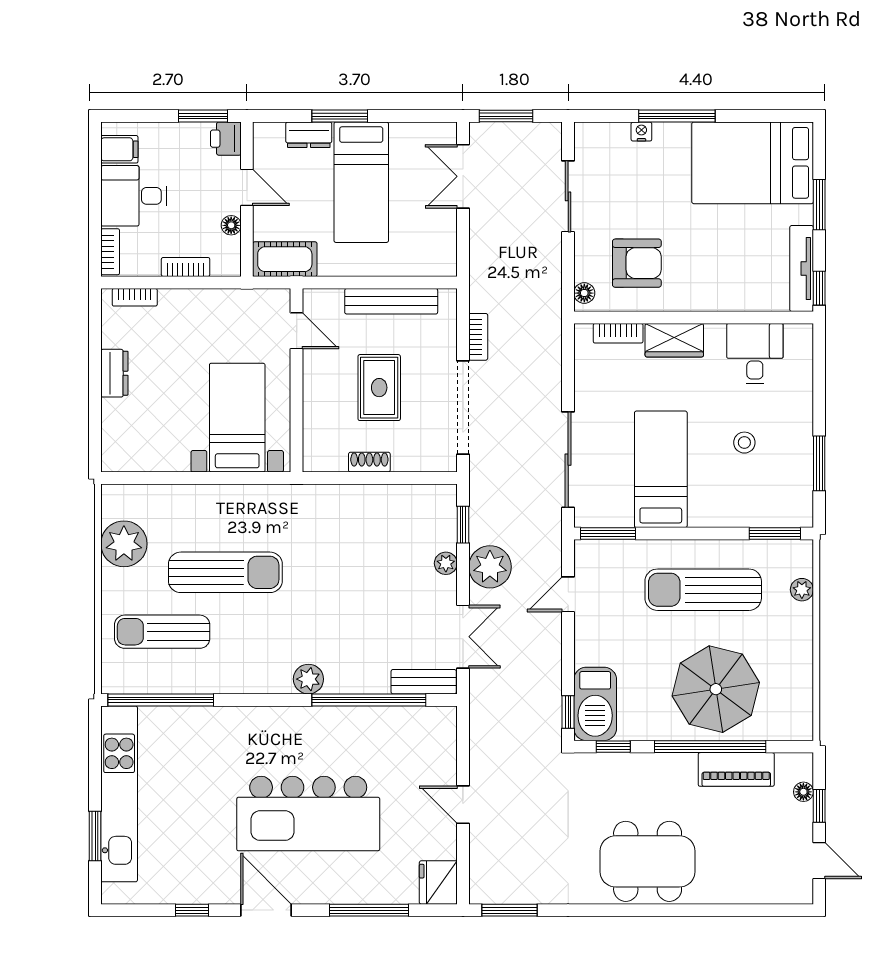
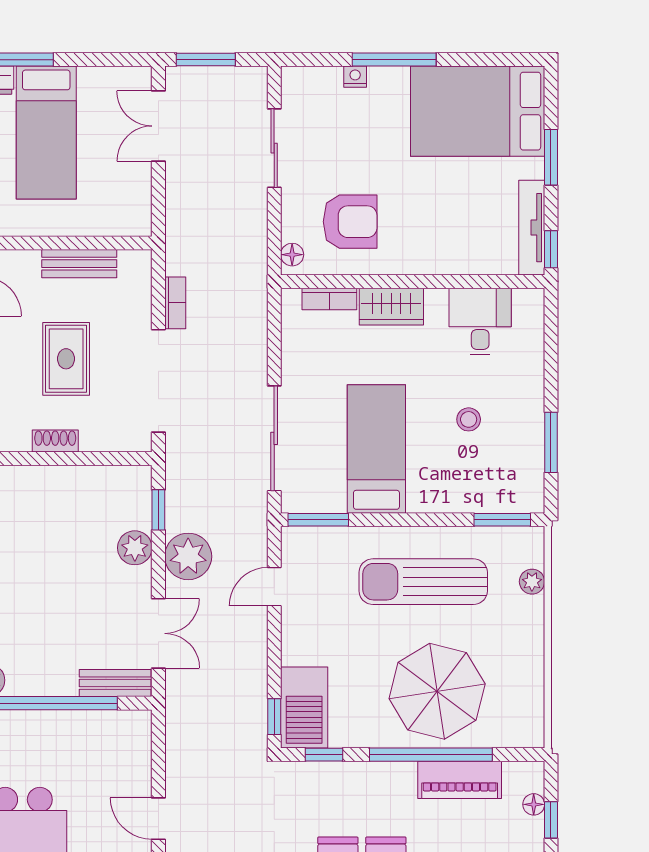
bench: (391, 301) -> (79, 264), width x0.73
plant: (446, 563) -> (135, 548), width x1.38, depth x1.38

